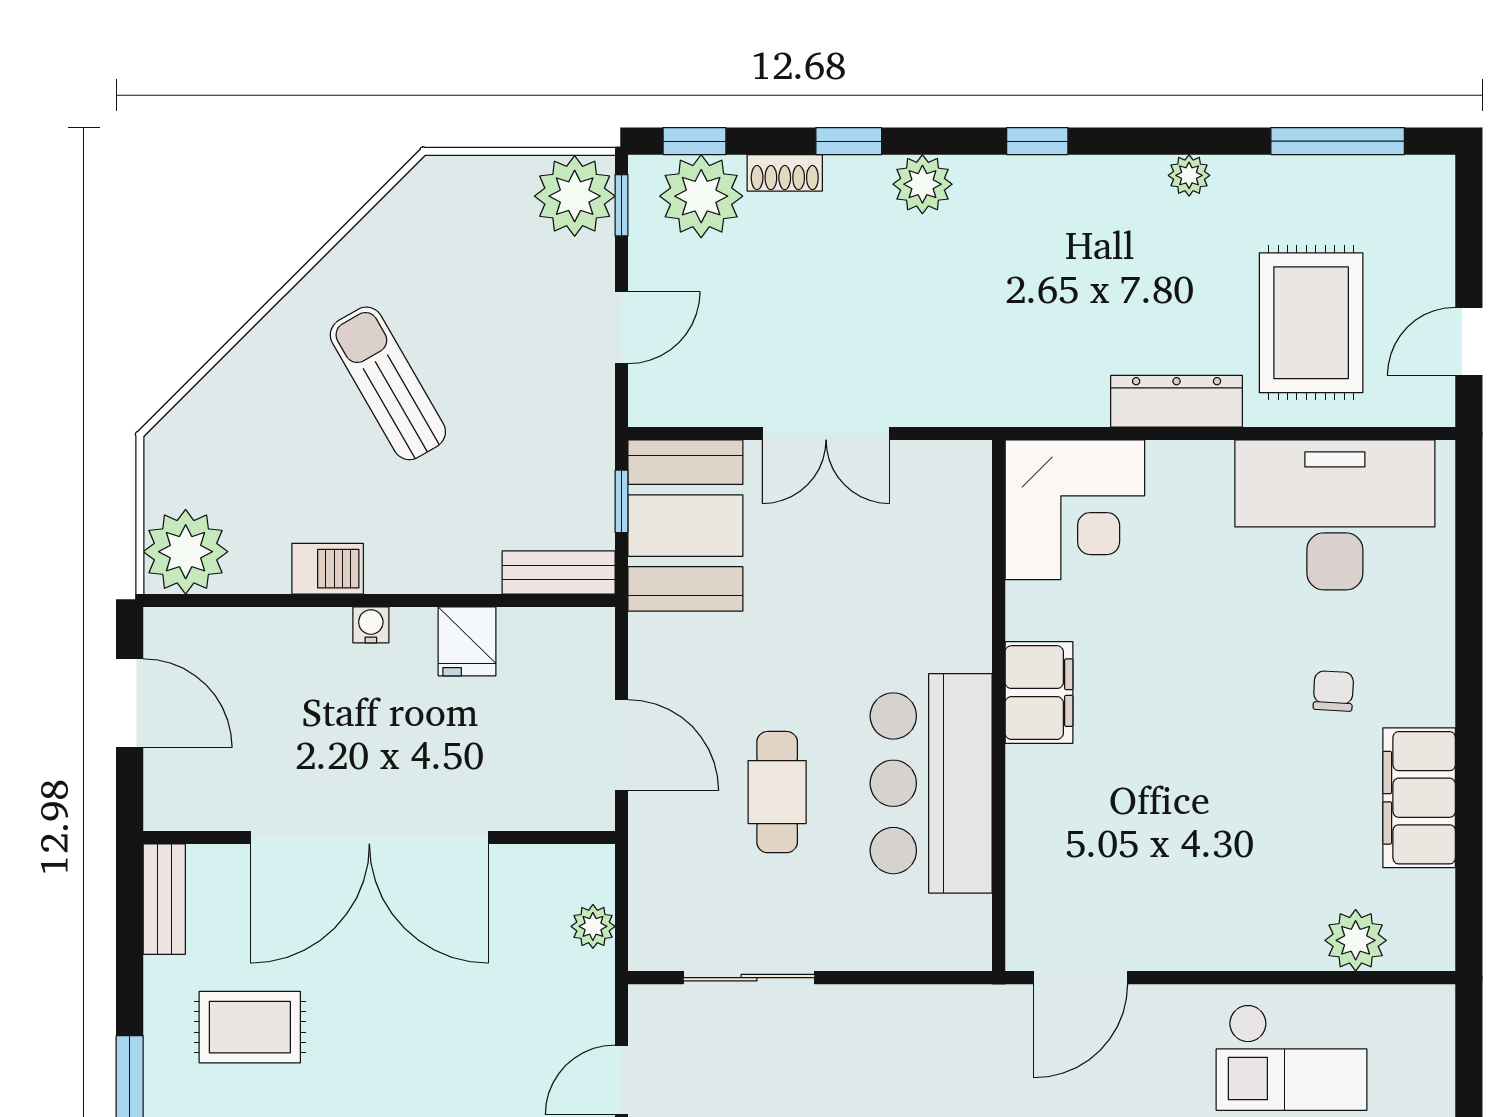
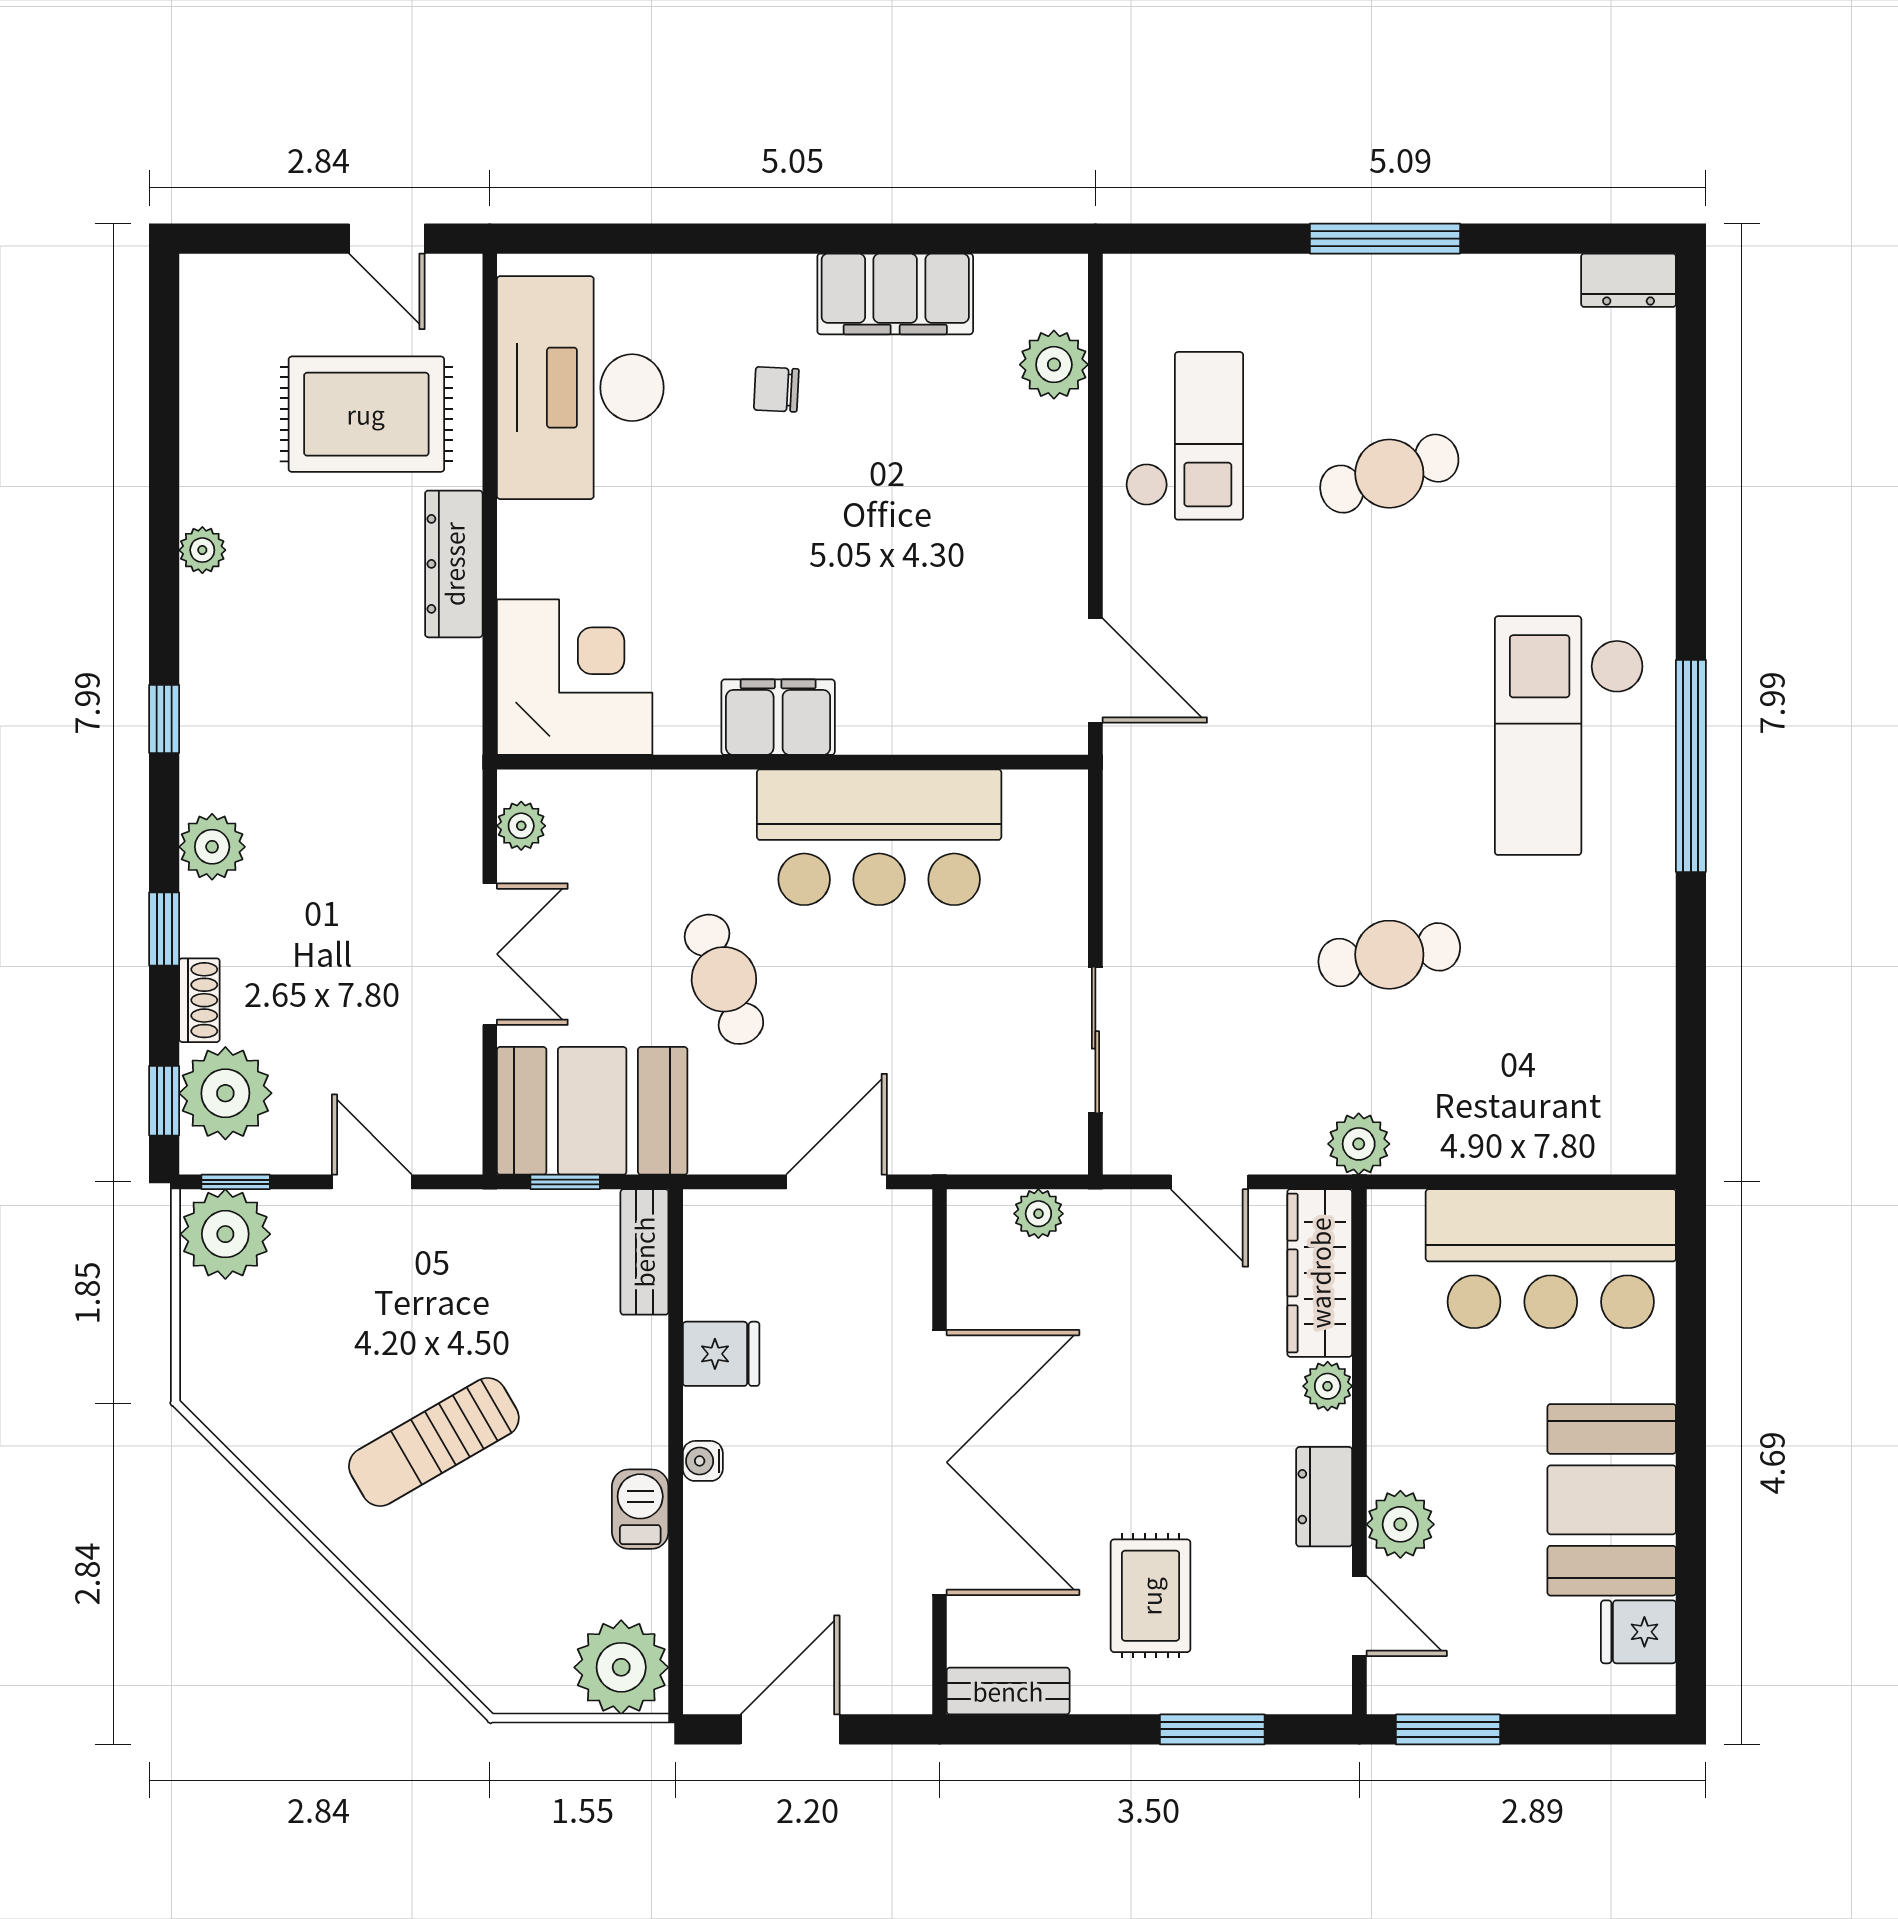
window: (1338, 141) -> (164, 385), removed
plant: (941, 462) -> (521, 826), added
cafe table: (777, 792) -> (724, 979), moved, turned 69

